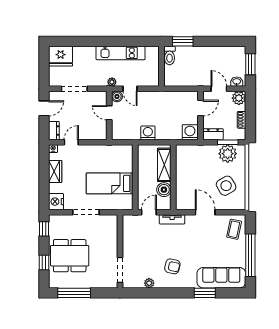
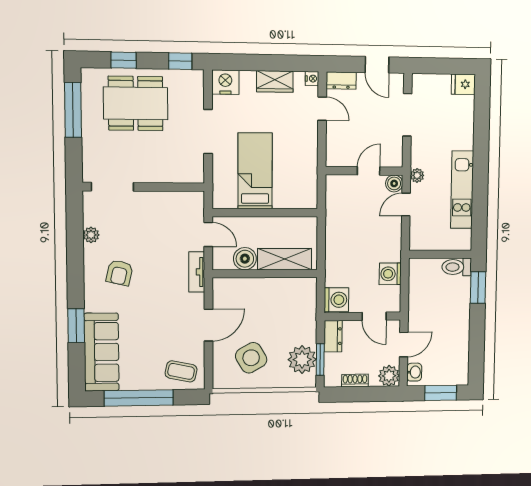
fridge: (61, 56) -> (463, 84), width x0.53, depth x0.75
washing machine: (148, 133) -> (390, 274), moved, turned 180
dining table: (70, 256) -> (136, 103), turned 90

